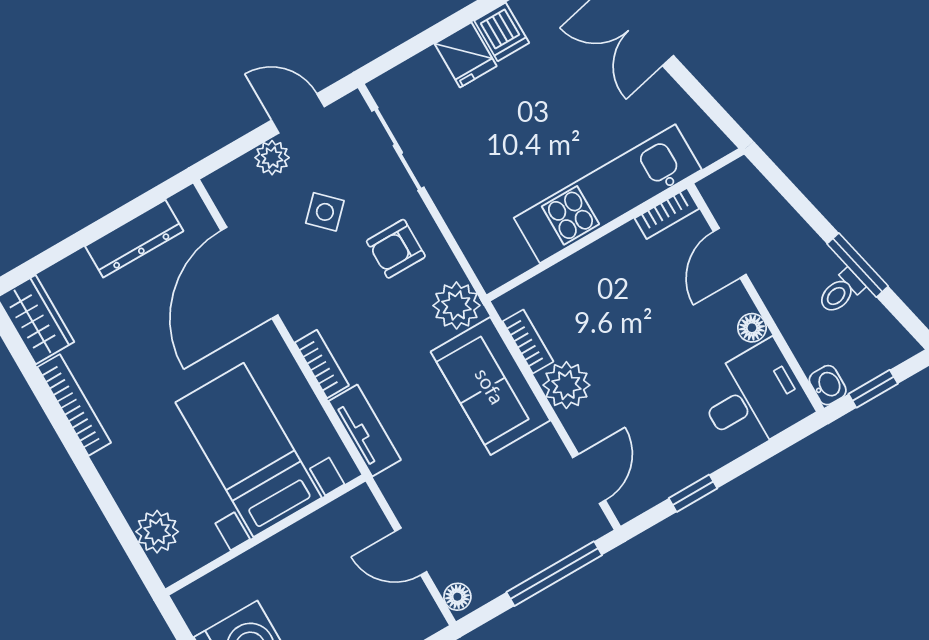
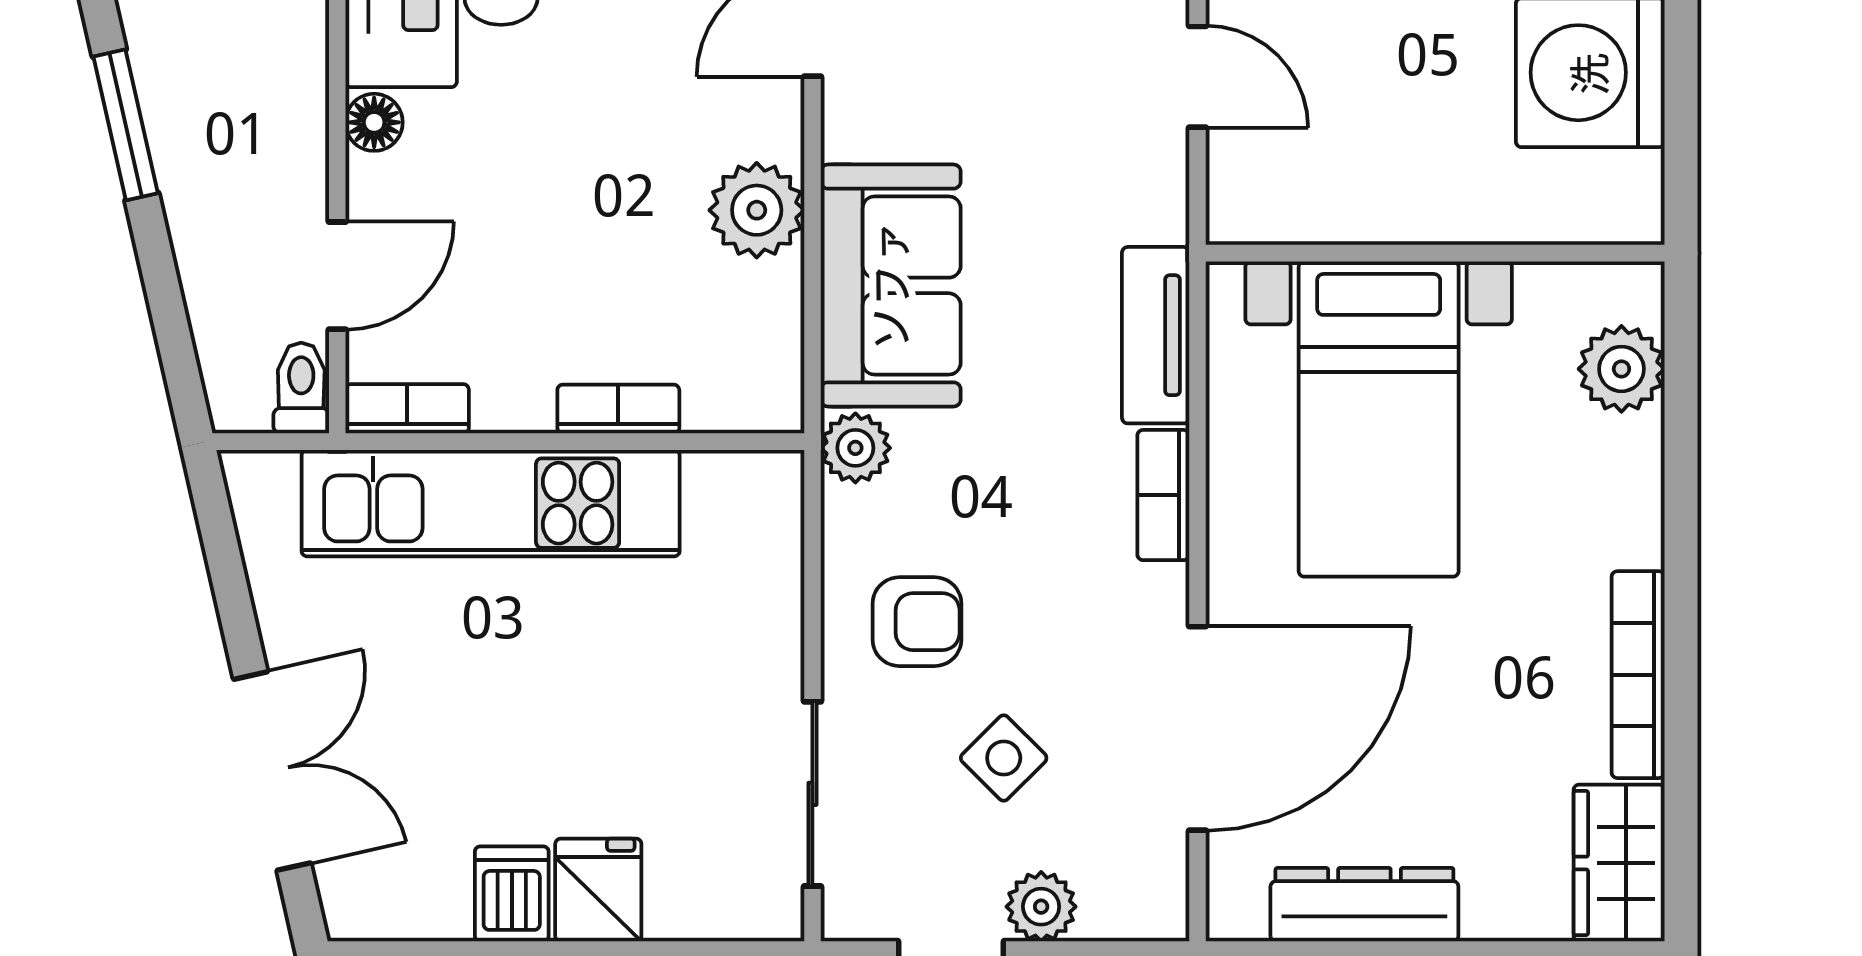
toilet: (841, 292) -> (301, 388), moved, turned -77
plant: (456, 305) -> (855, 448), width x0.73, depth x0.73
bookcase: (528, 342) -> (618, 409), moved, turned 90

